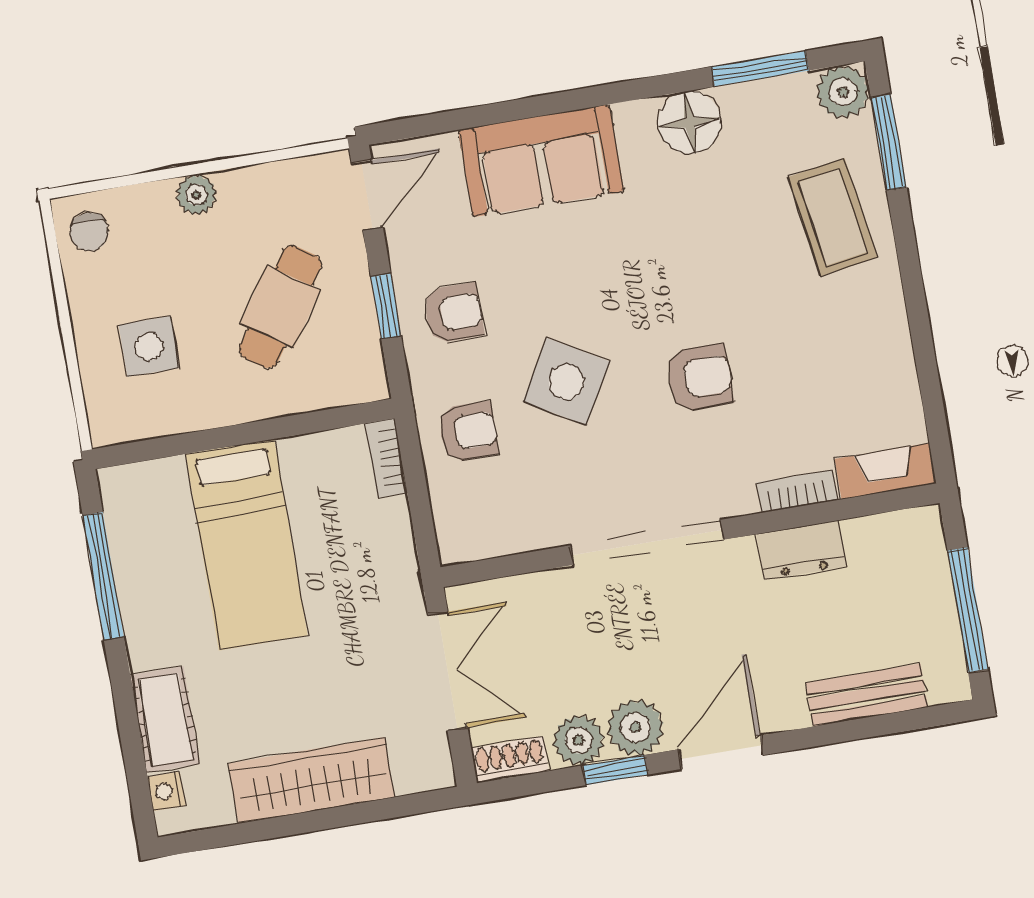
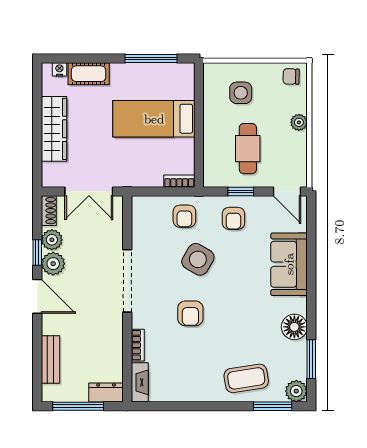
cafe table: (280, 307) -> (248, 149), turned 56
dresser: (801, 550) -> (106, 392), moved, turned 90

